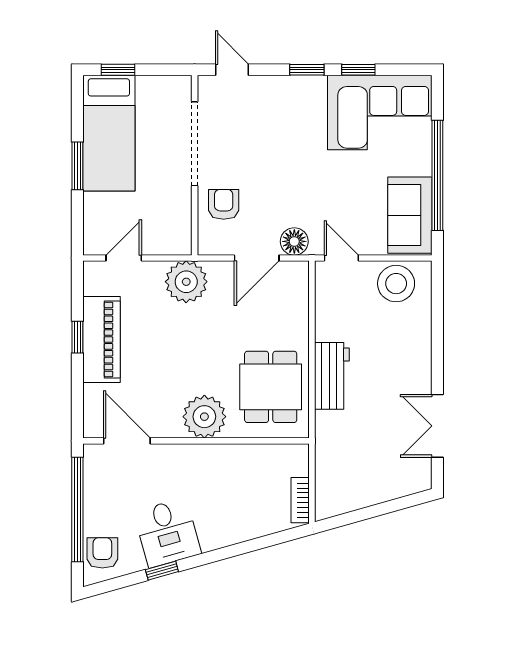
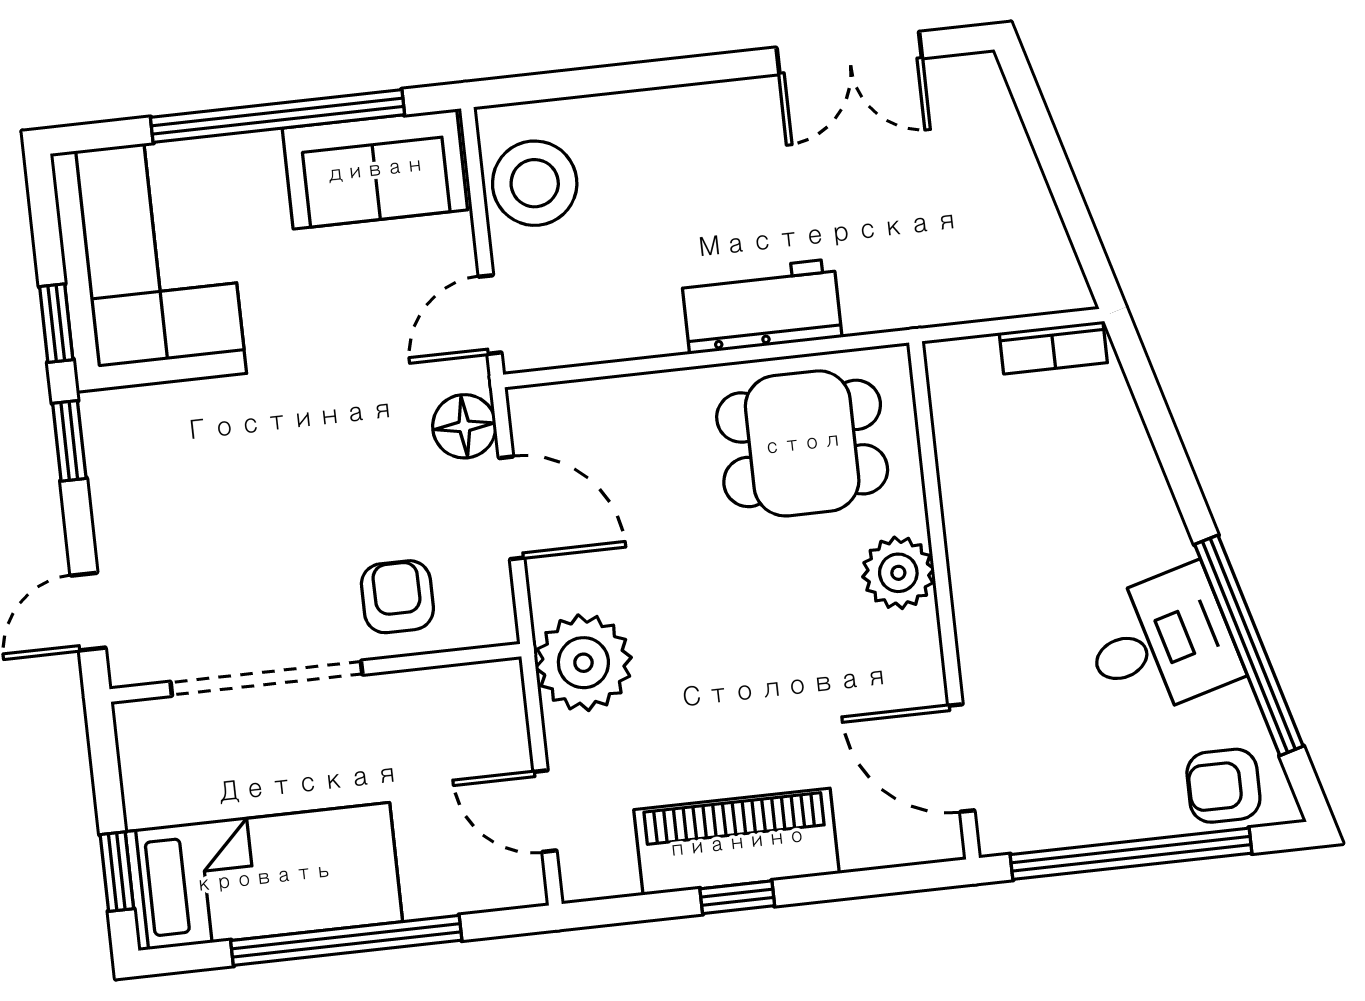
window: (77, 166) -> (346, 940), width x2.11
armchair: (224, 204) -> (397, 597), turned 90
plant: (204, 417) -> (898, 573), width x0.73, depth x0.73
door: (127, 441) -> (961, 758), hinge flipped
window: (162, 571) -> (1249, 645), width x3.17

